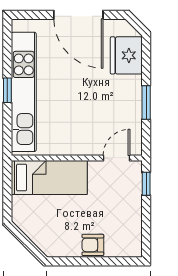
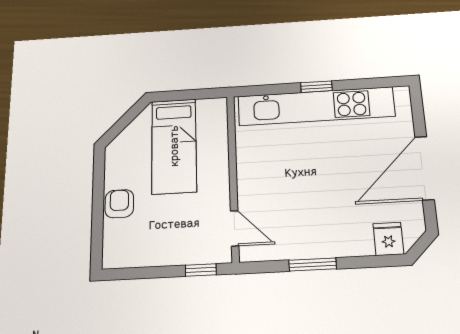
fridge: (126, 55) -> (388, 239), width x0.53, depth x0.75
bed: (49, 177) -> (174, 146), moved

